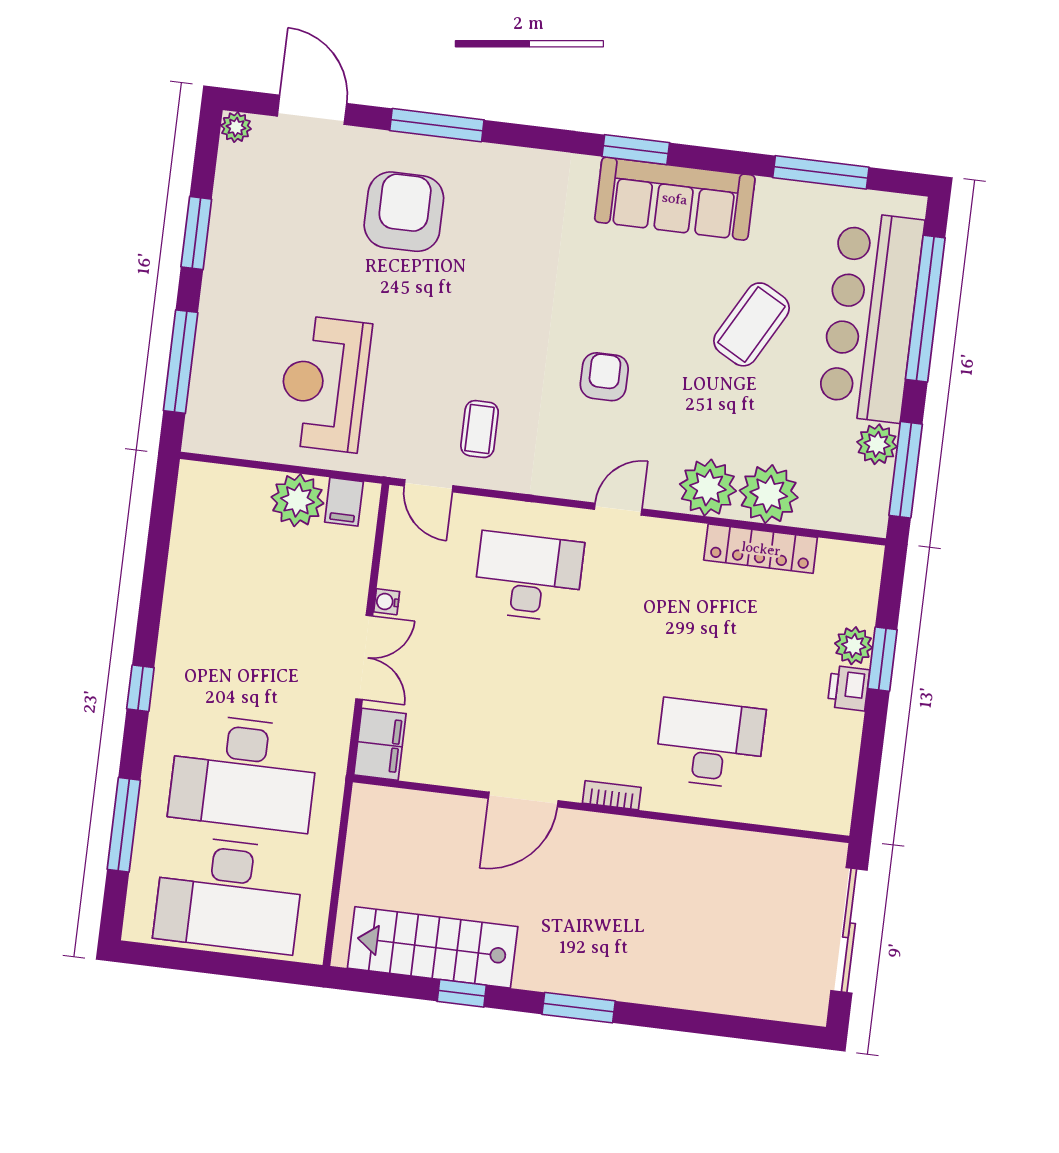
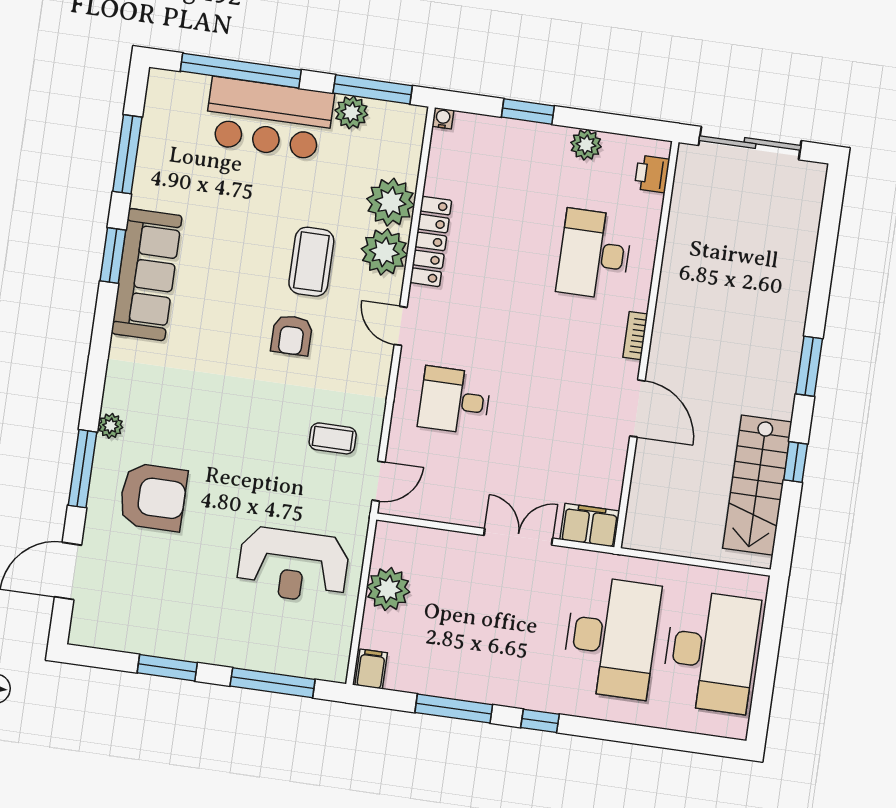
plant: (236, 127) -> (111, 426), moved
window: (636, 150) -> (113, 255), moved
armchair: (404, 212) -> (153, 497), turned 180
bar counter: (871, 317) -> (269, 118), width x0.73
coffee table: (751, 324) -> (311, 262), moved, turned 61
armchair: (604, 377) -> (292, 335), turned -90
filing cabinet: (344, 502) -> (371, 669), moved, turned -90
locker: (761, 549) -> (431, 241), moved
desk: (529, 577) -> (455, 401), width x0.73
water cooler: (387, 602) -> (443, 118), moved, turned 180
plant: (854, 646) -> (586, 145), moved
printer: (848, 688) -> (652, 174), moved, turned 90
window: (124, 825) -> (454, 709), moved

